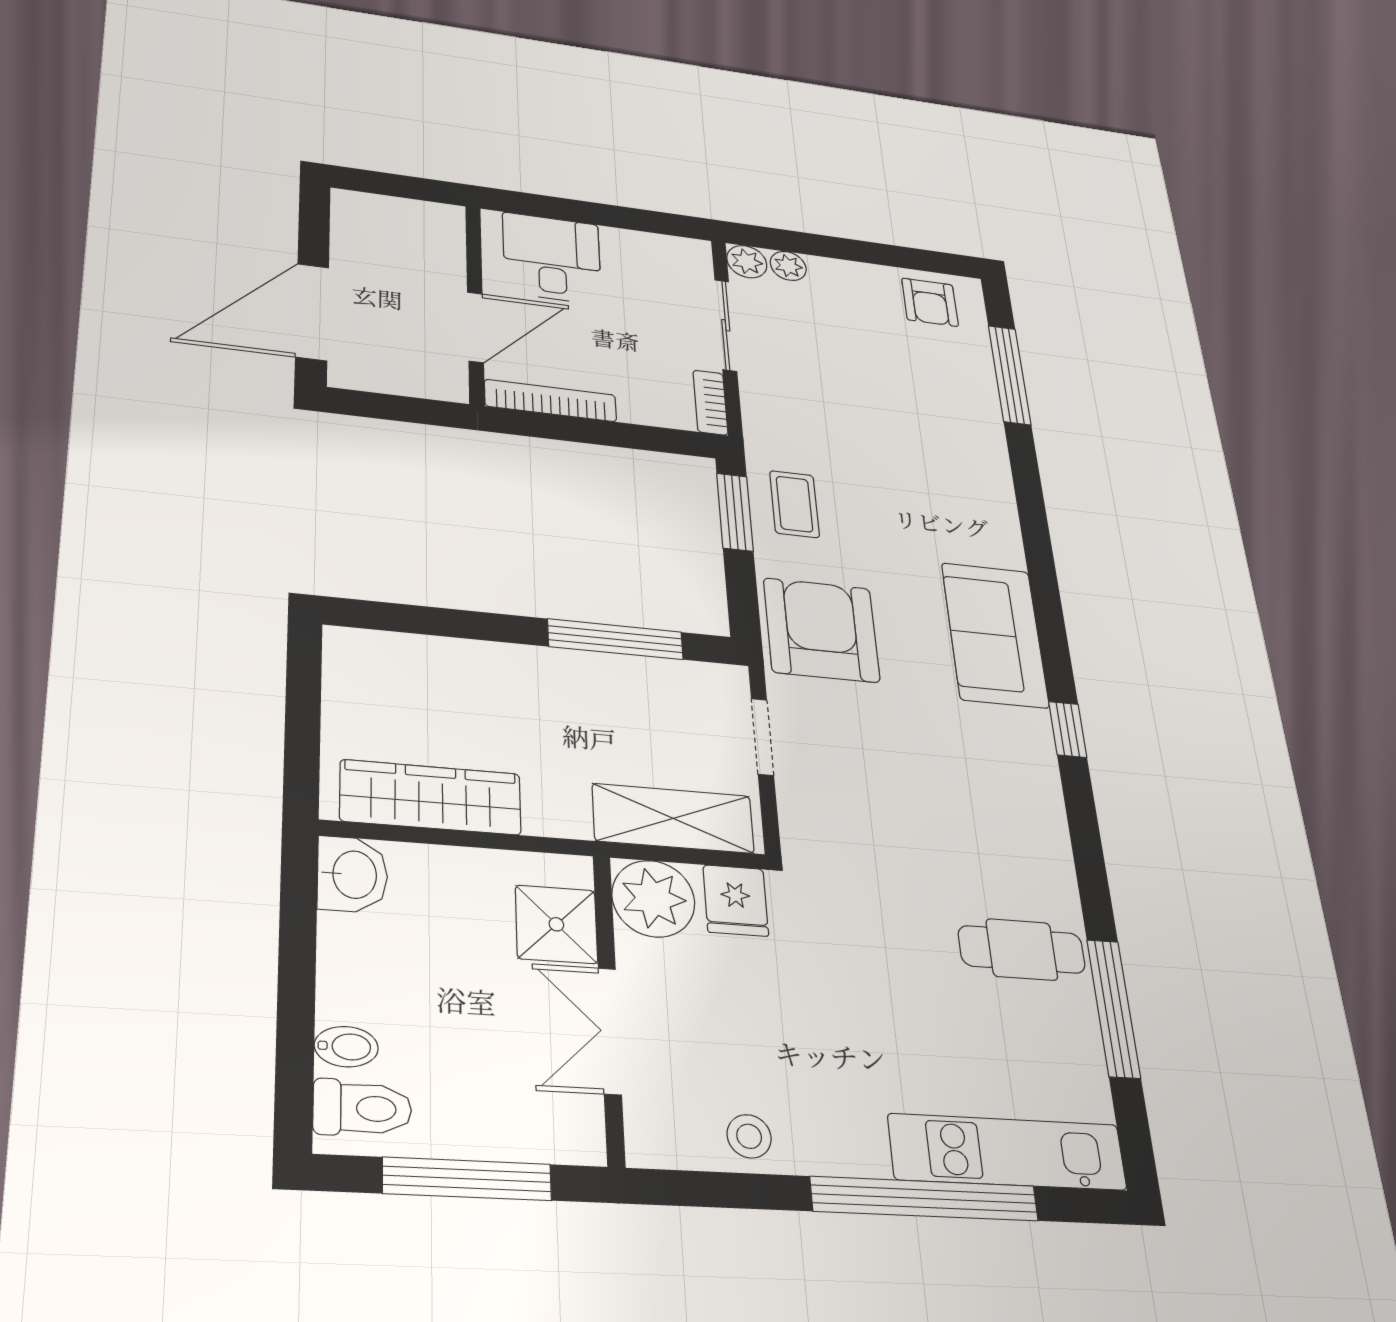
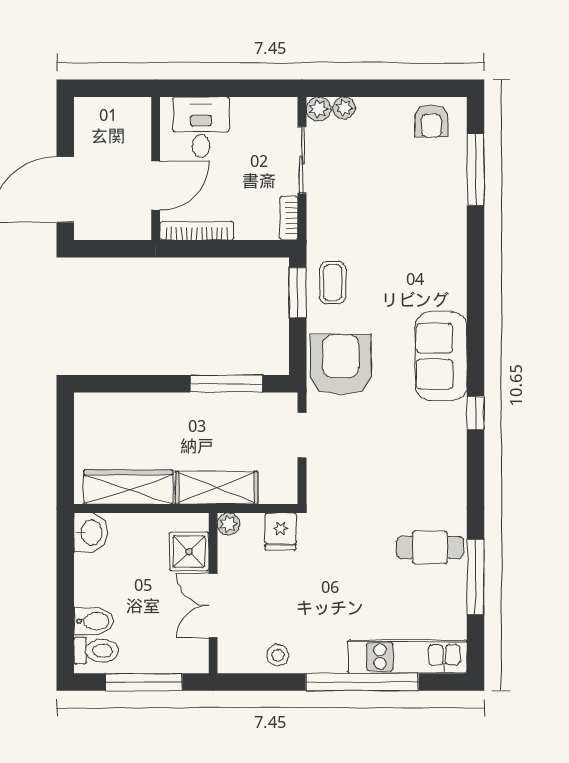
shelving: (673, 818) -> (216, 488), moved
plant: (653, 899) -> (229, 524), width x0.53, depth x0.53
bidet: (346, 1047) -> (94, 621), width x1.38, depth x1.36

